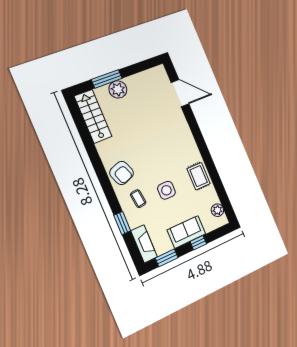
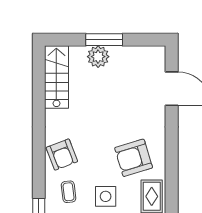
window: (107, 79) -> (104, 40), moved
armchair: (174, 154) -> (134, 158), added

